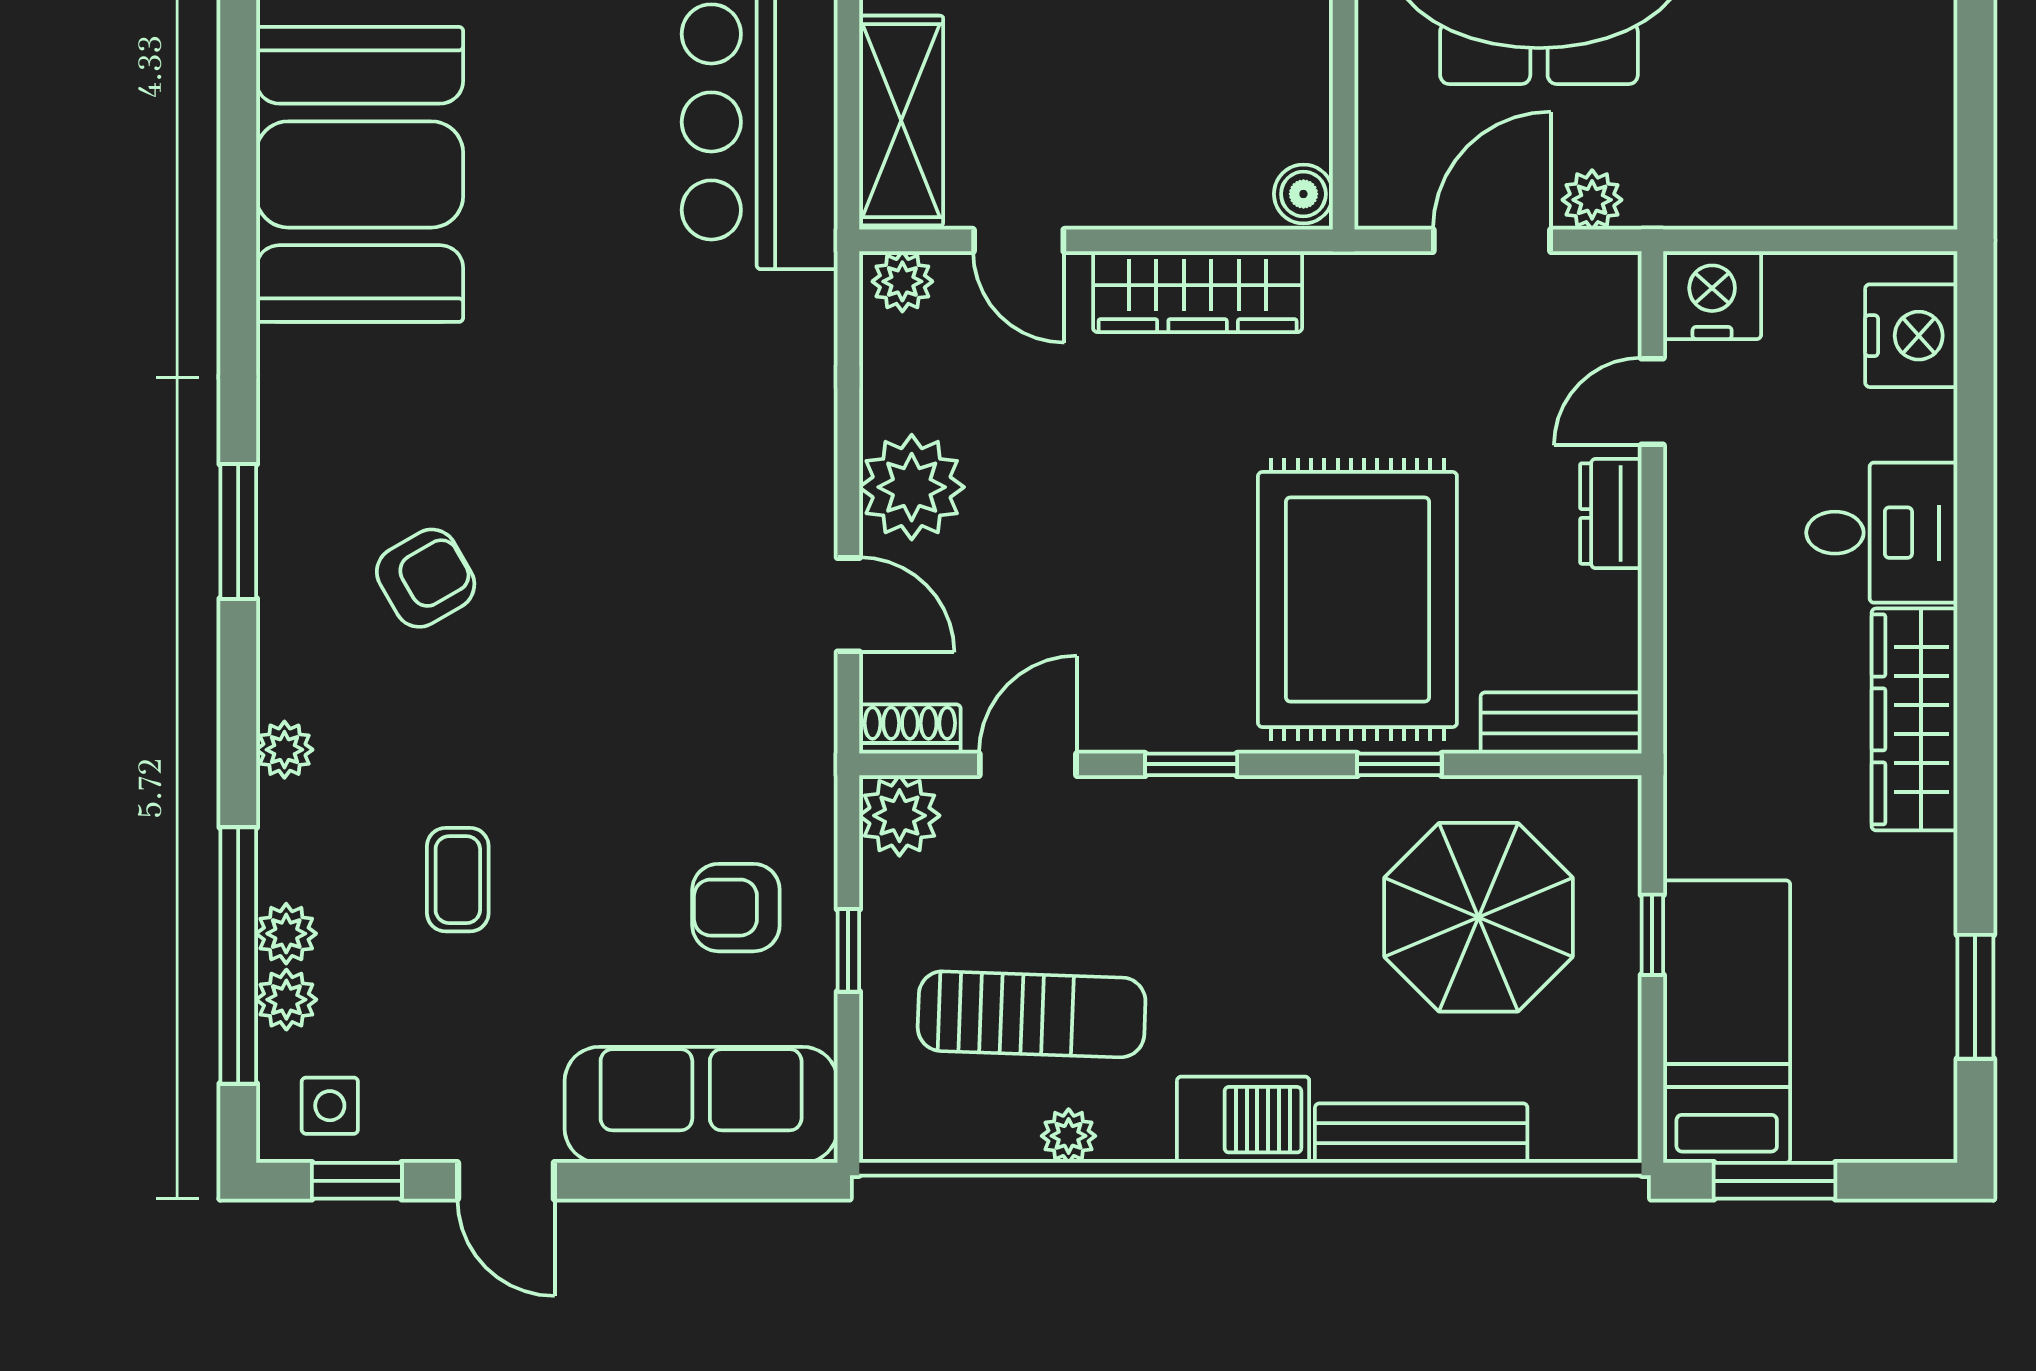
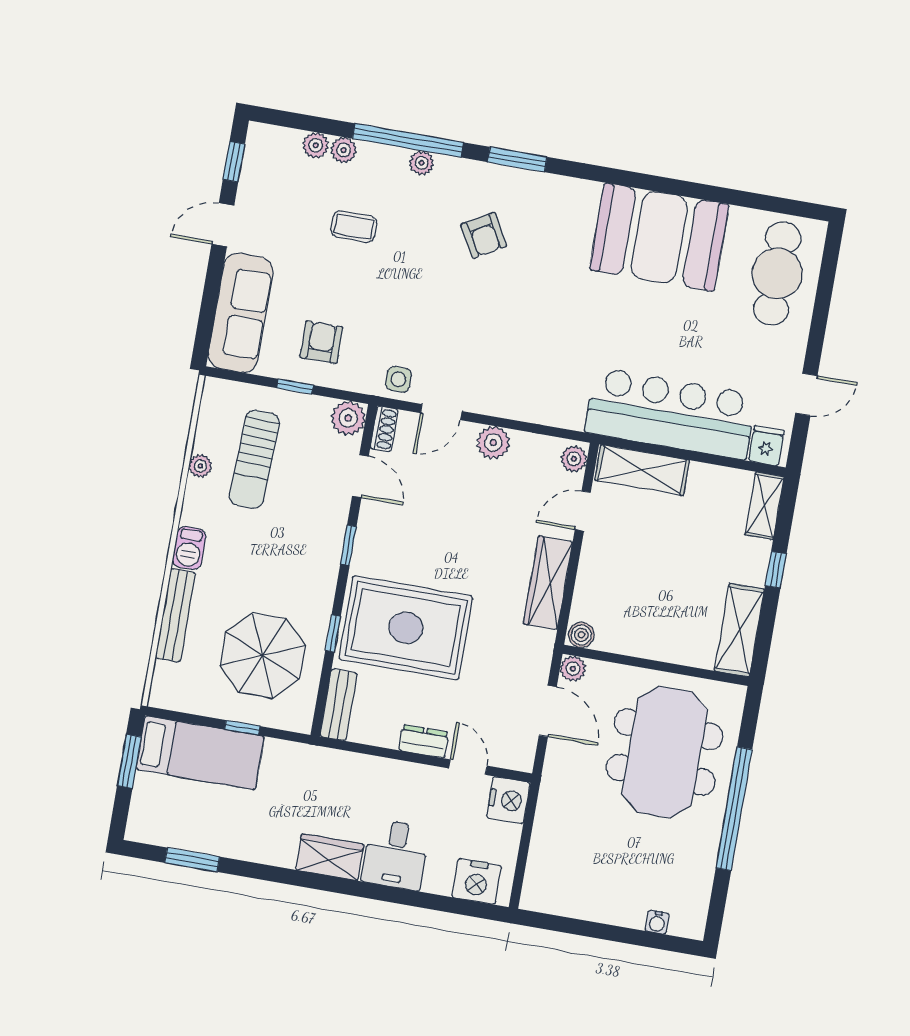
plant: (1592, 200) -> (573, 669), moved
plant: (912, 487) -> (493, 443), width x0.73, depth x0.73
wardrobe: (1914, 719) -> (330, 857), width x0.67
window: (238, 955) -> (408, 140), moved
side table: (330, 1106) -> (398, 379), moved
barbecue: (1243, 1120) -> (189, 548), width x0.73, depth x0.79

